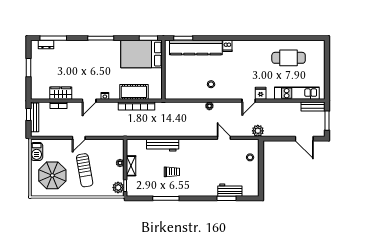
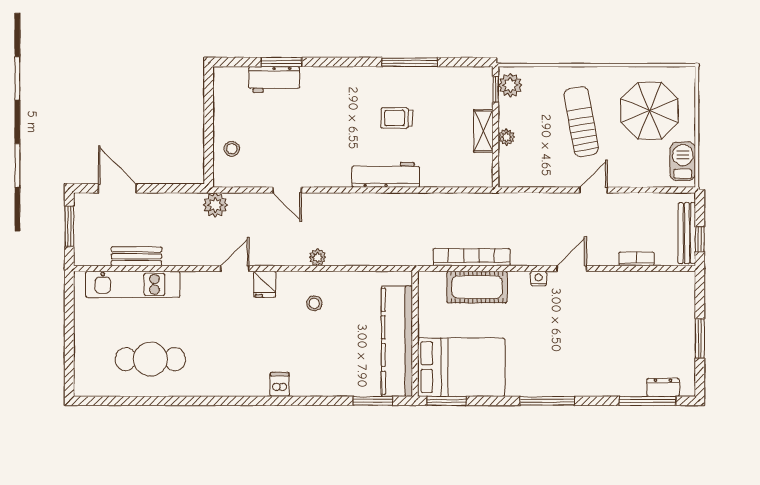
kitchen counter: (196, 47) -> (397, 341), moved, turned -90
wardrobe: (61, 93) -> (632, 284), removed
fridge: (261, 93) -> (265, 284), moved
bench: (313, 107) -> (136, 256), moved
workbench: (163, 145) -> (386, 175), moved

